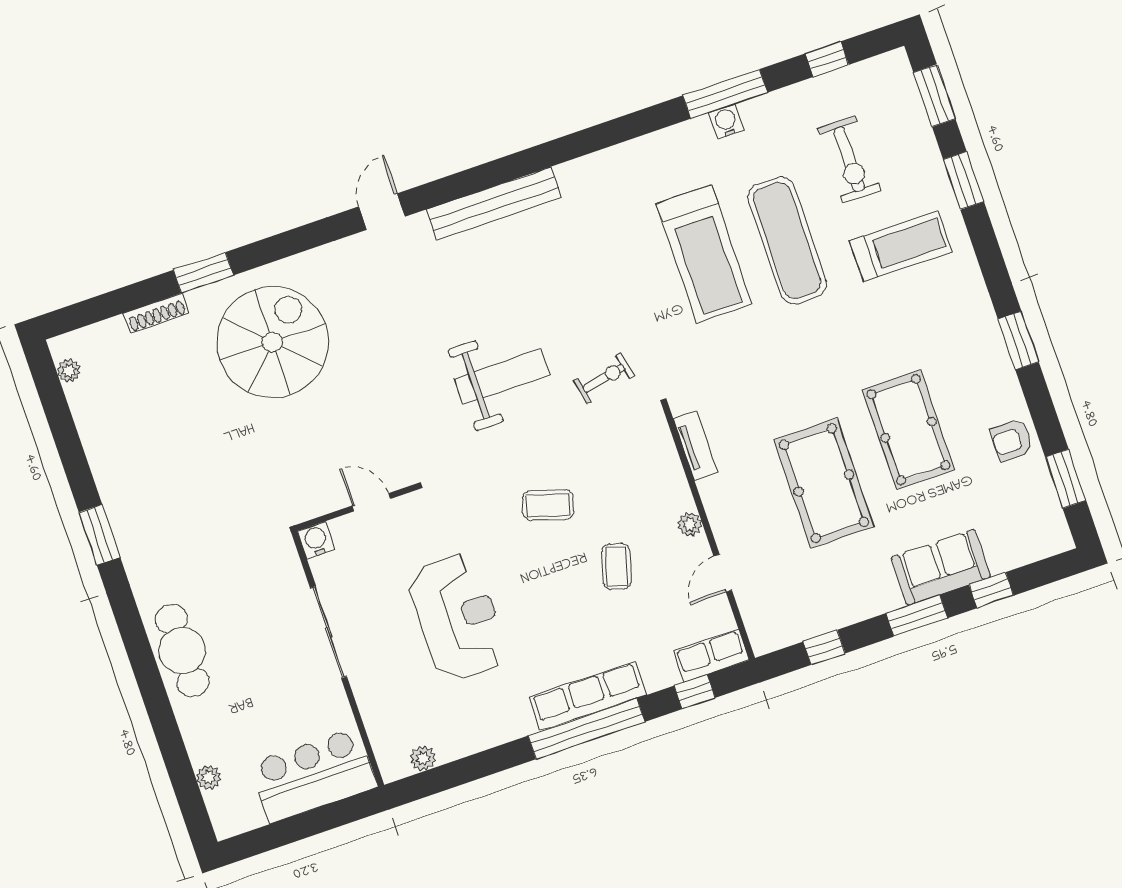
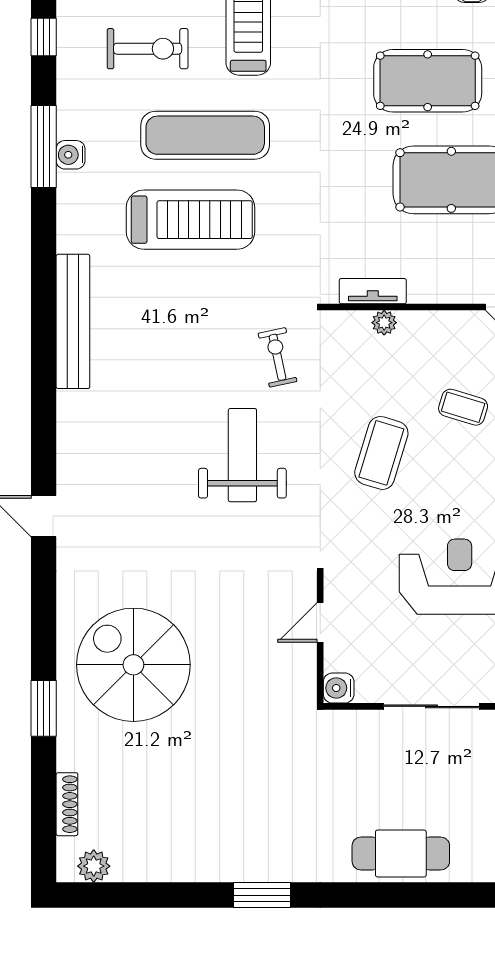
bench: (494, 204) -> (73, 321), moved
shoe rack: (156, 313) -> (67, 804), moved
plant: (69, 371) -> (94, 866), width x1.38, depth x1.38
coffee table: (548, 505) -> (381, 453), width x1.36, depth x1.30
plant: (690, 524) -> (384, 323), moved

